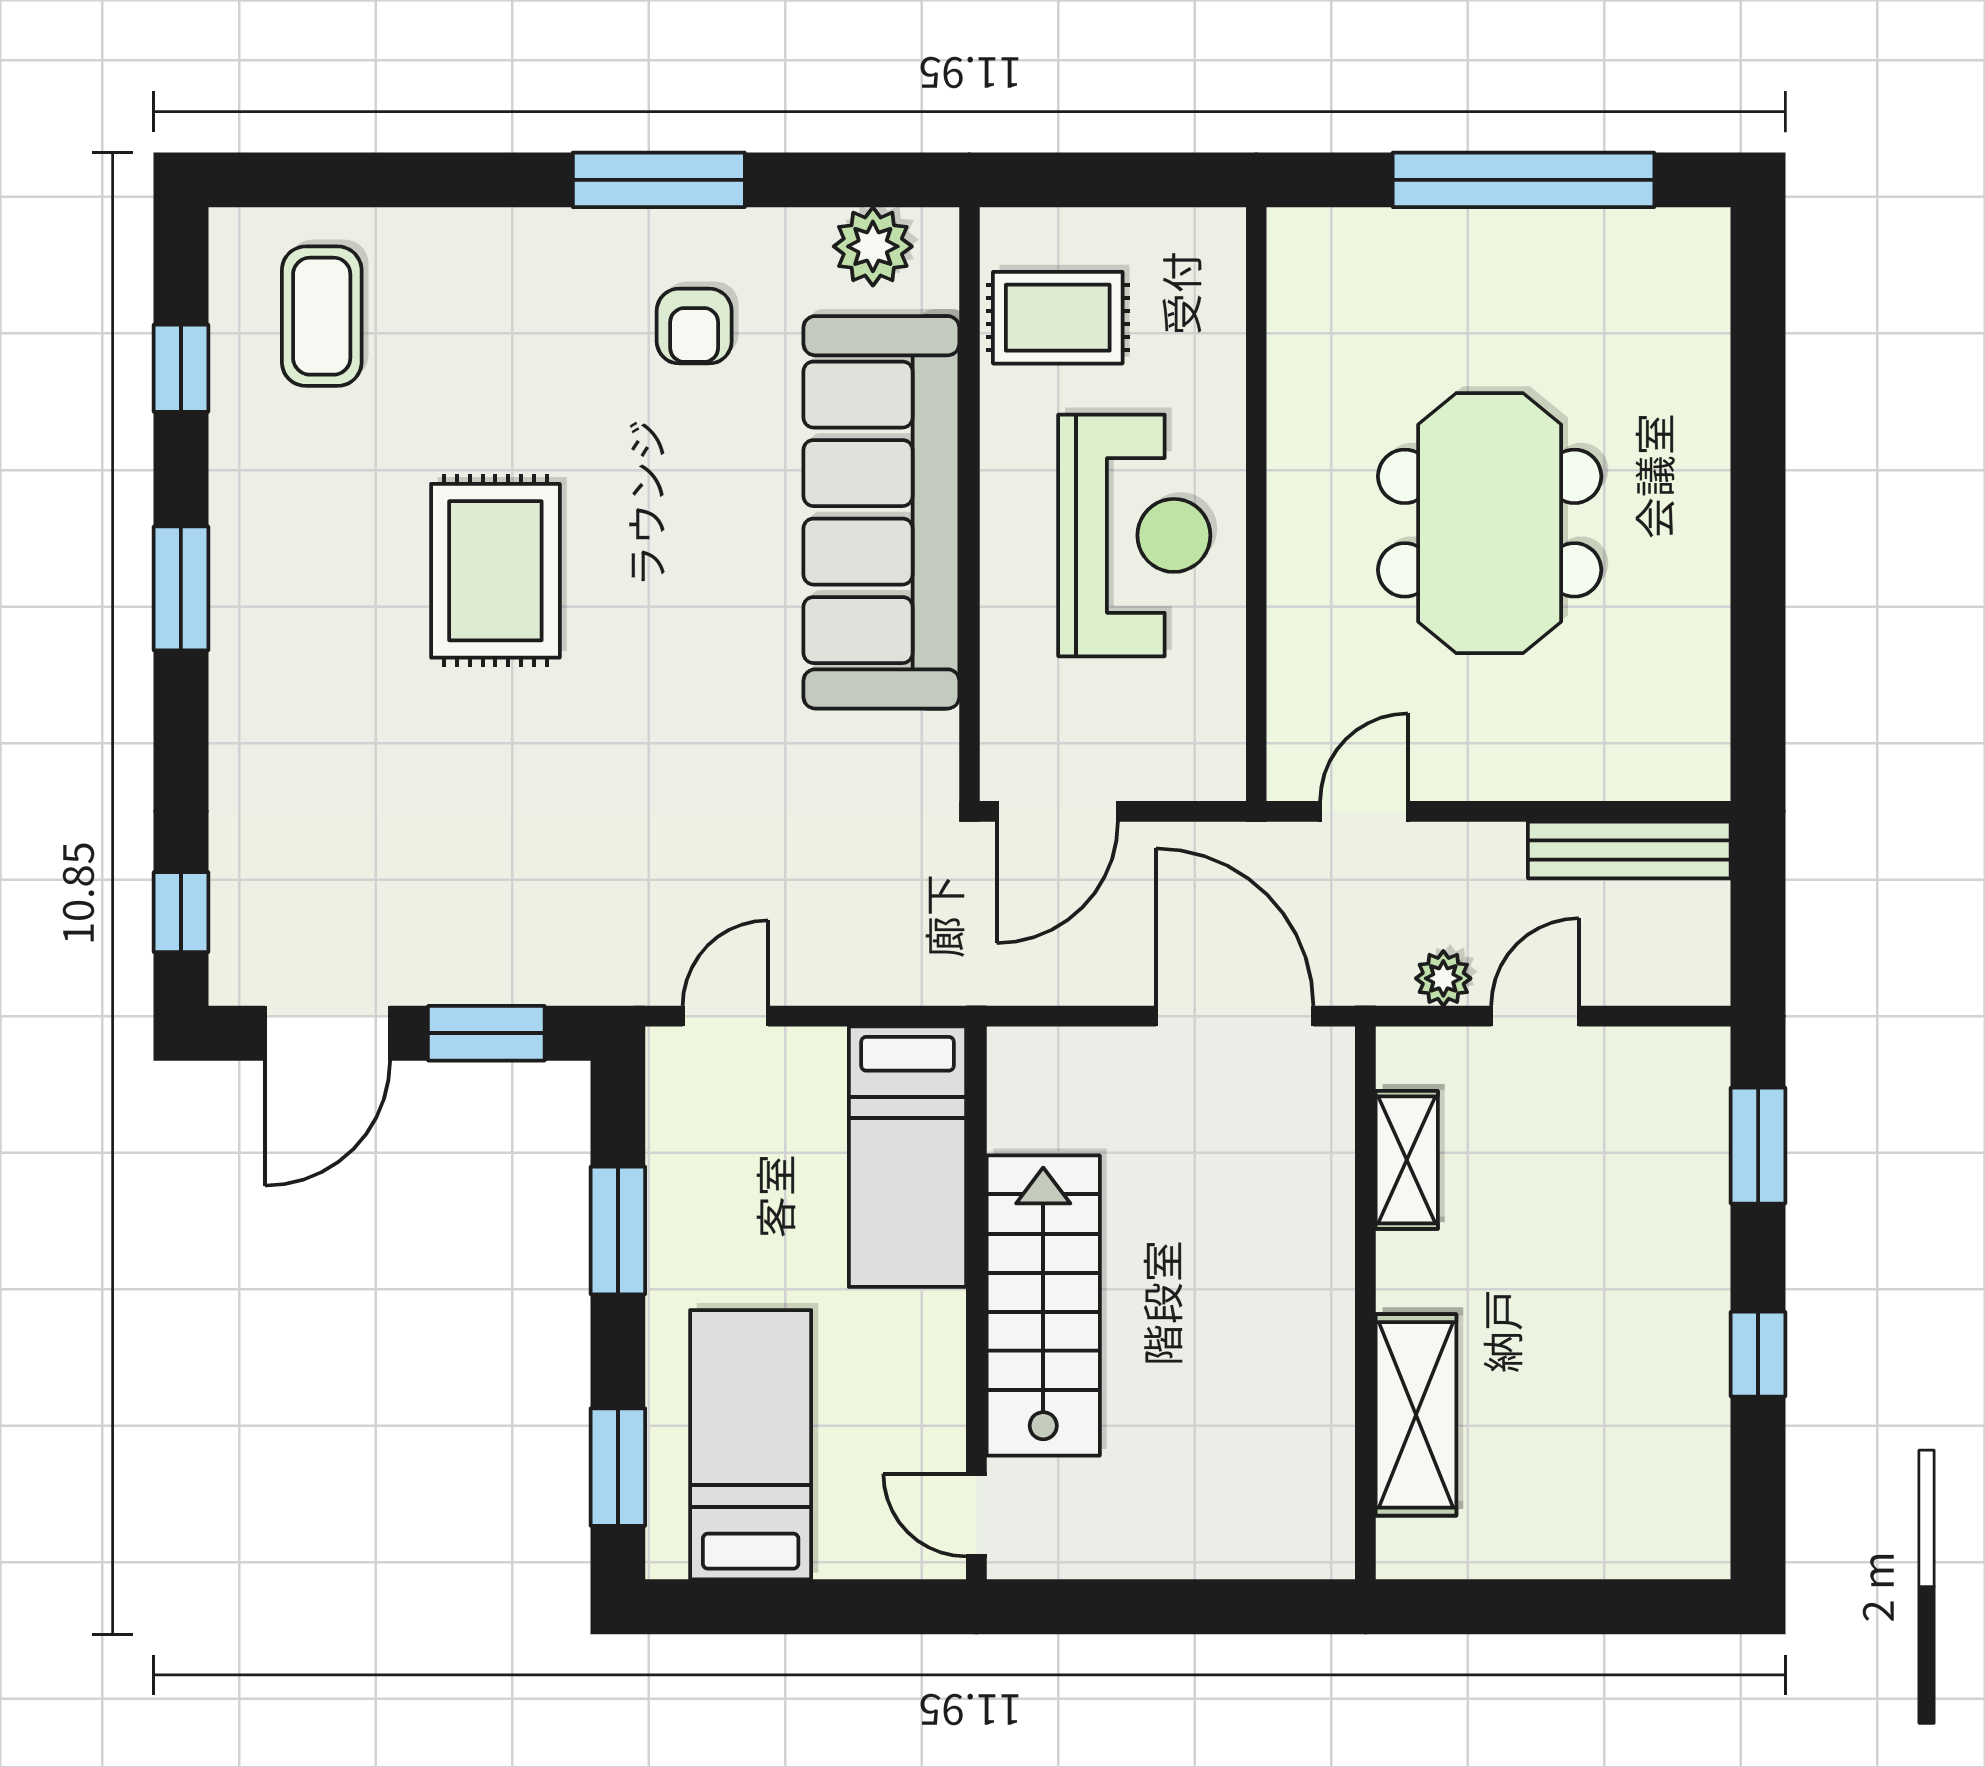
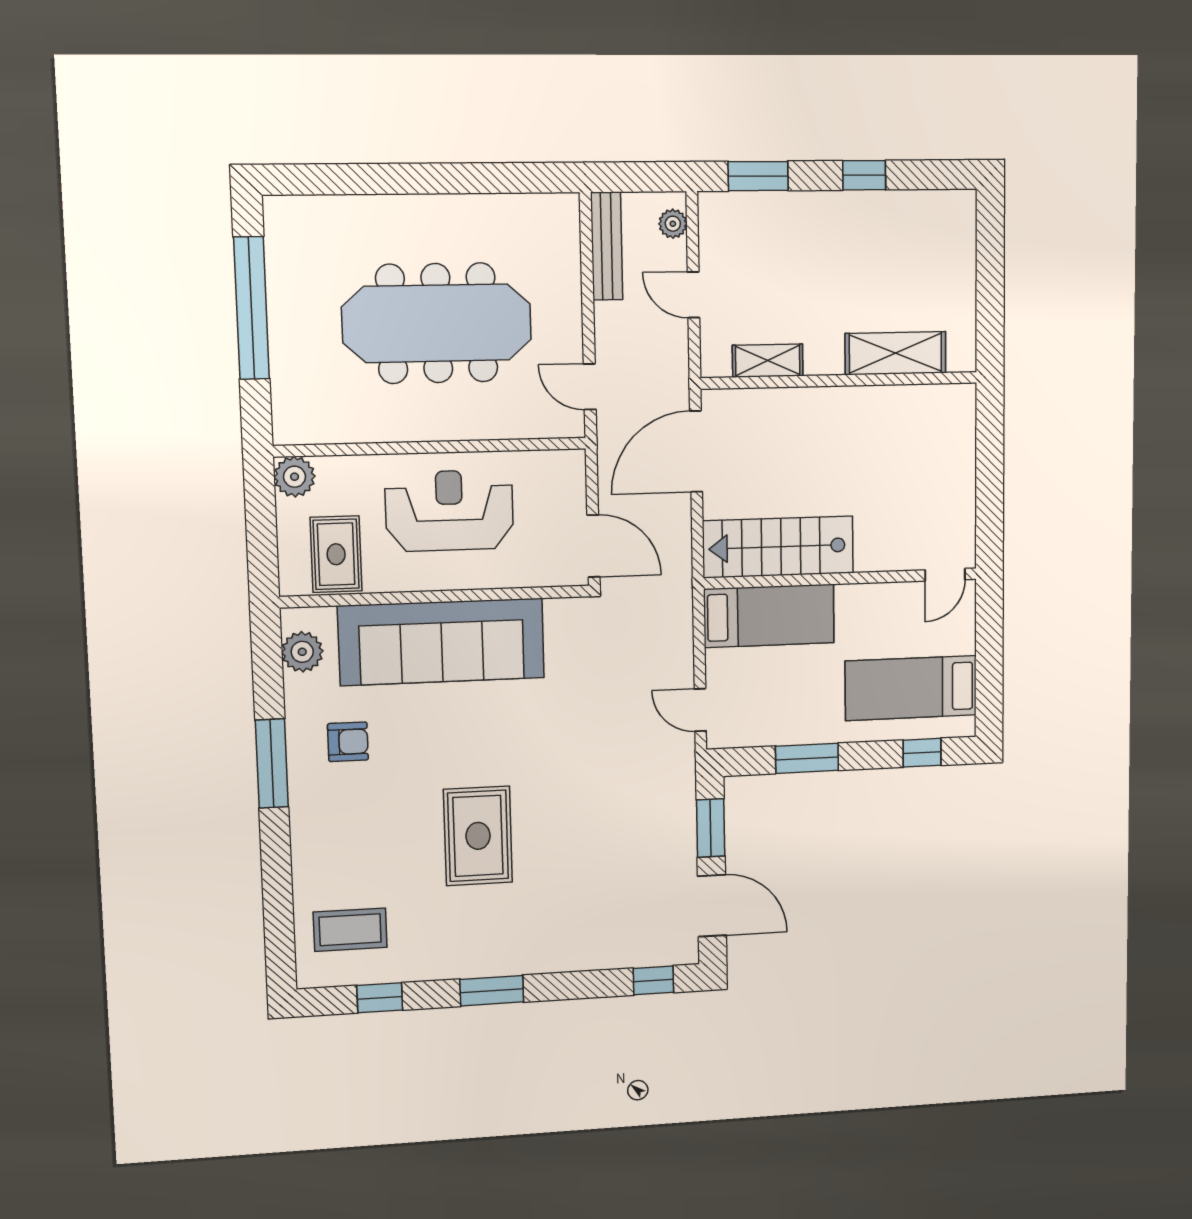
plant: (1207, 246) -> (295, 477), added
meeting table: (1490, 523) -> (437, 323), width x1.36
rug: (495, 571) -> (478, 836), turned 90
plant: (1443, 978) -> (673, 224), moved
stairs: (1043, 1306) -> (778, 547), moved
window: (618, 1467) -> (922, 753), width x0.67

